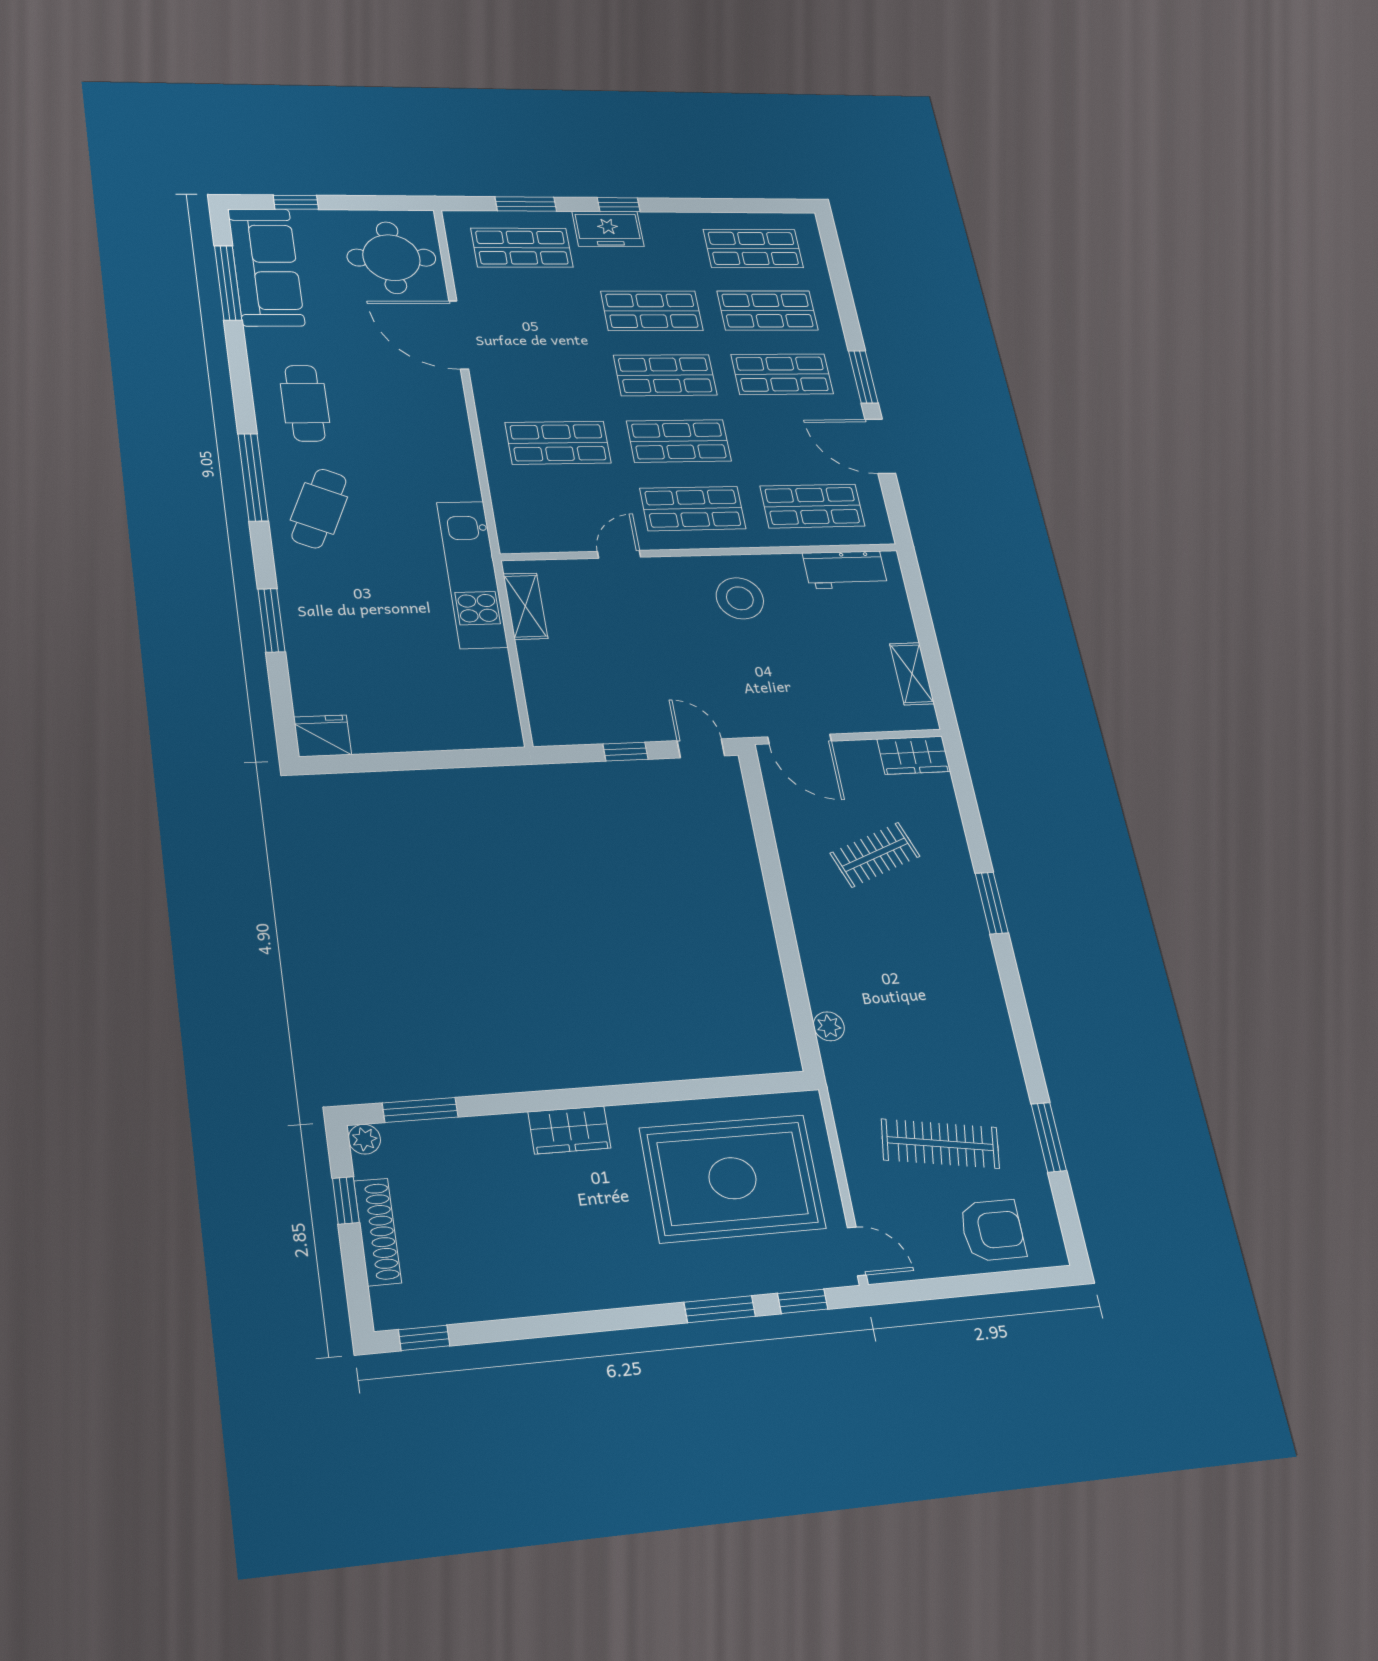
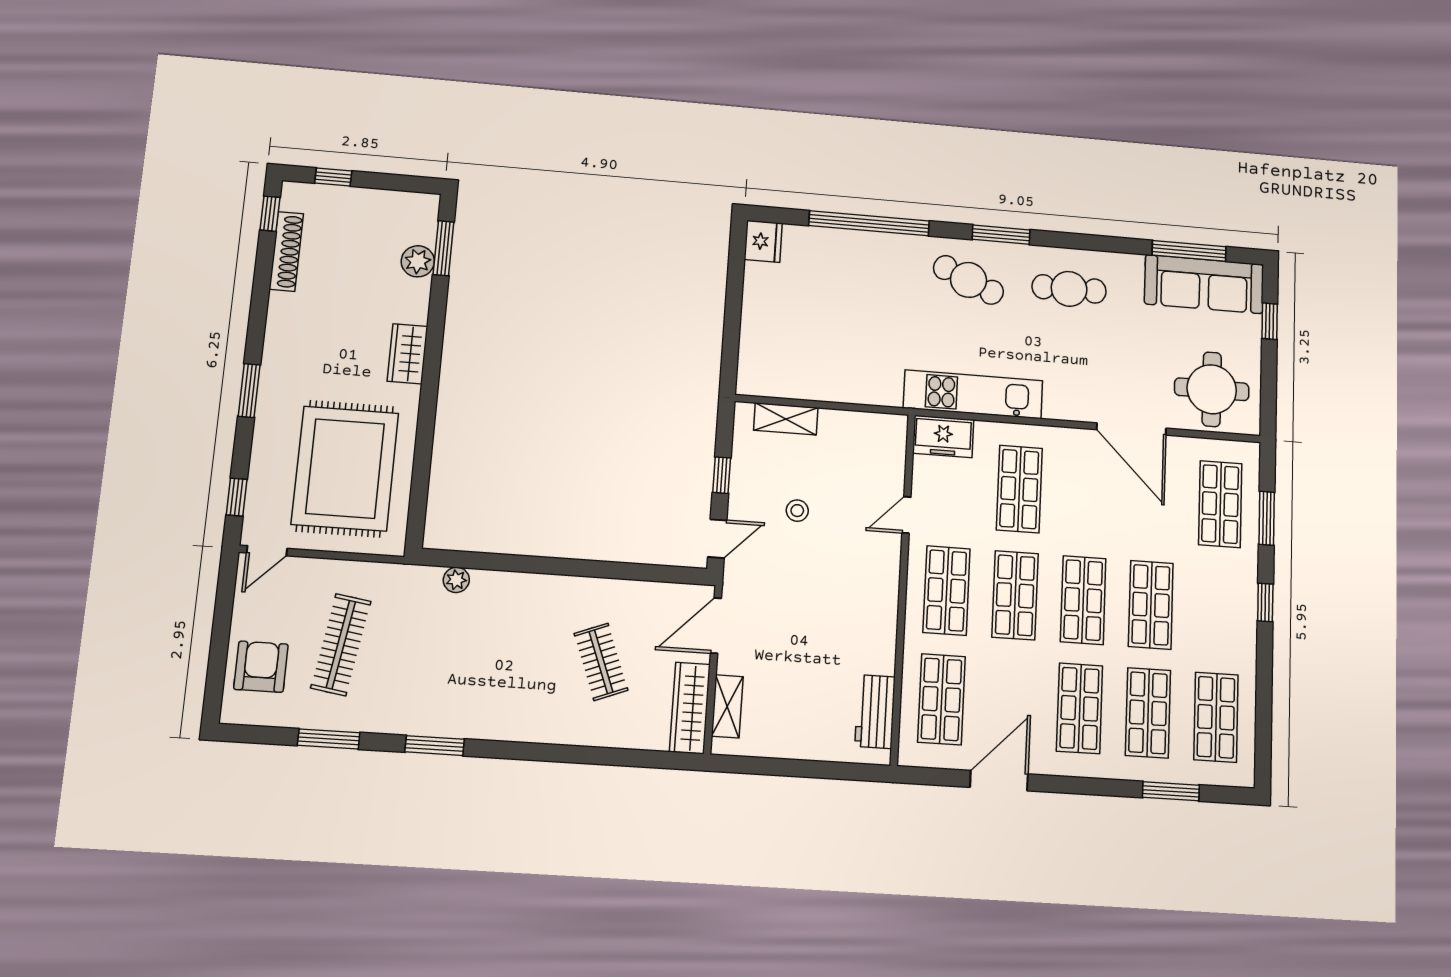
freezer: (608, 229) -> (943, 436), moved, turned -90
door: (459, 335) -> (1131, 429), swing flipped
window: (863, 377) -> (1171, 791), moved
window: (253, 477) -> (1001, 235), width x0.69
door: (619, 554) -> (906, 515), swing flipped
kitchen unit: (472, 574) -> (973, 394), moved
stool: (740, 598) -> (797, 511), moved, width x0.53, depth x0.53
shelving: (525, 606) -> (786, 419), moved
window: (271, 620) -> (869, 223), width x2.11
shelving: (912, 674) -> (727, 706), moved, turned 90
wardrobe: (914, 755) -> (690, 708), width x1.50
window: (992, 903) -> (435, 746), moved
plant: (364, 1139) -> (418, 261), moved, width x1.38, depth x1.38
window: (346, 1200) -> (333, 177), moved
armchair: (992, 1230) -> (261, 667), turned 180
shoe rack: (378, 1232) -> (286, 251), moved, turned -90
window: (720, 1309) -> (249, 390), moved

